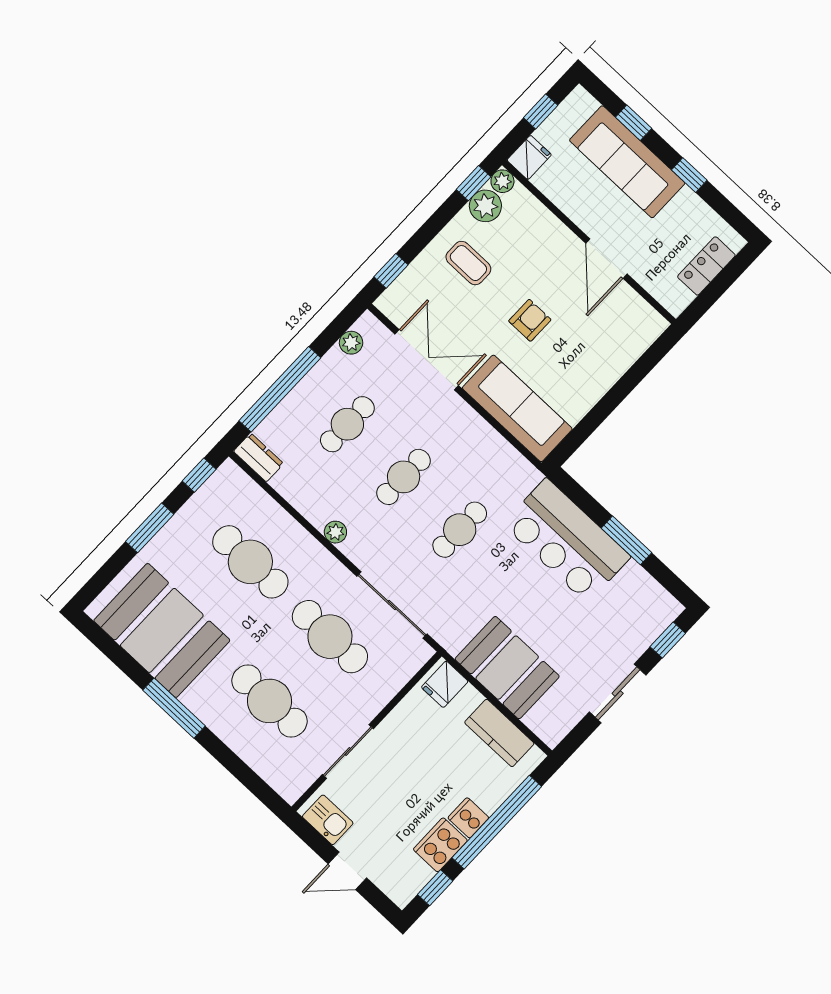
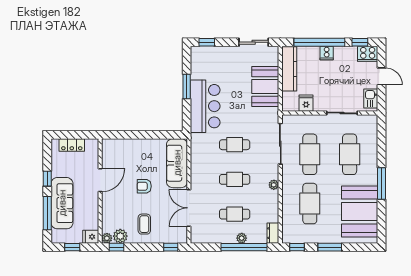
window: (634, 123) -> (47, 213), width x2.17
plant: (351, 343) -> (242, 238), moved
fridge: (445, 684) -> (306, 103), moved, turned -90
sliding door: (618, 693) -> (254, 42), moved
kitchen counter: (499, 733) -> (289, 69), width x1.50
cooker: (440, 845) -> (368, 54), moved

